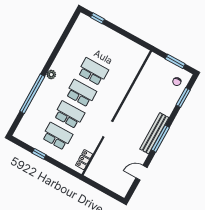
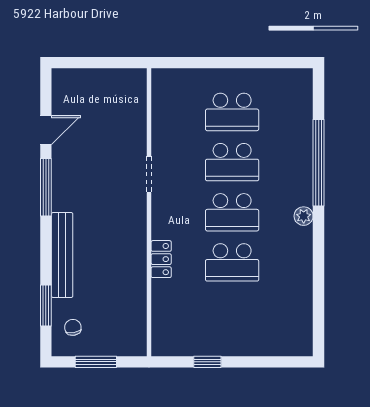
window: (97, 18) -> (207, 362), moved
bench: (154, 133) -> (62, 255), moved
window: (160, 139) -> (46, 187), moved
window: (39, 154) -> (247, 63), removed
locker: (84, 160) -> (161, 259), moved

